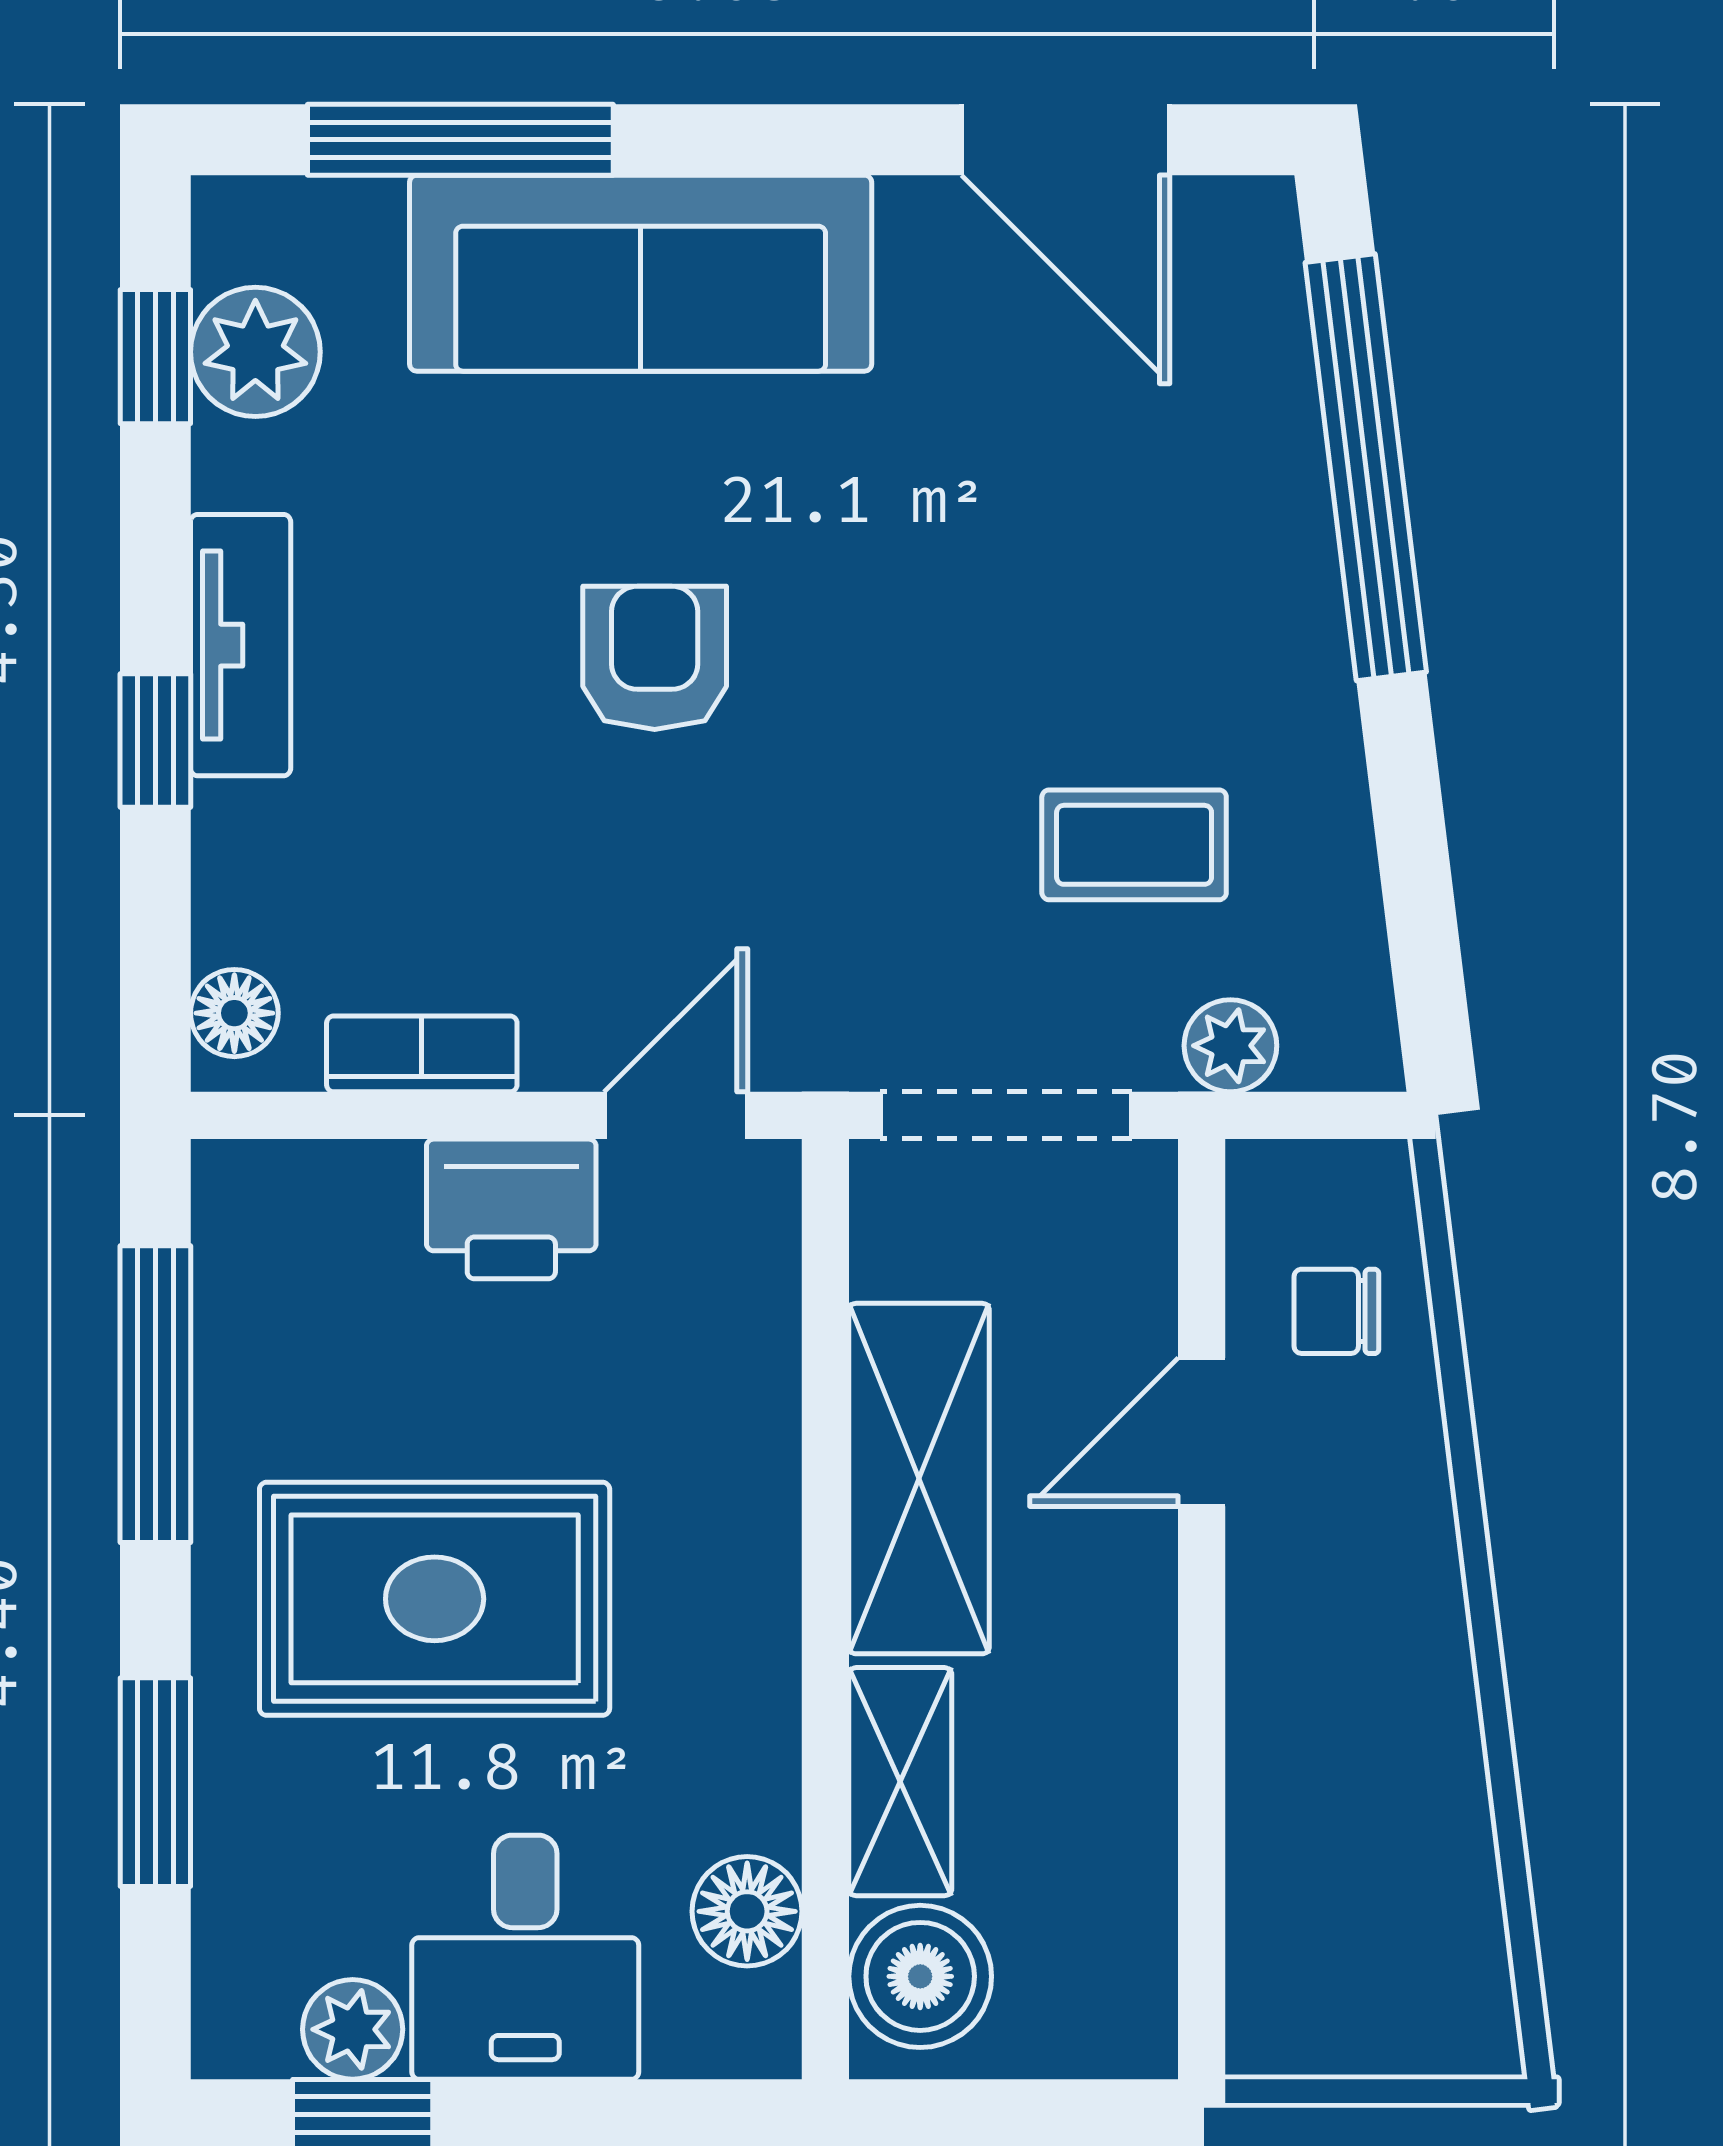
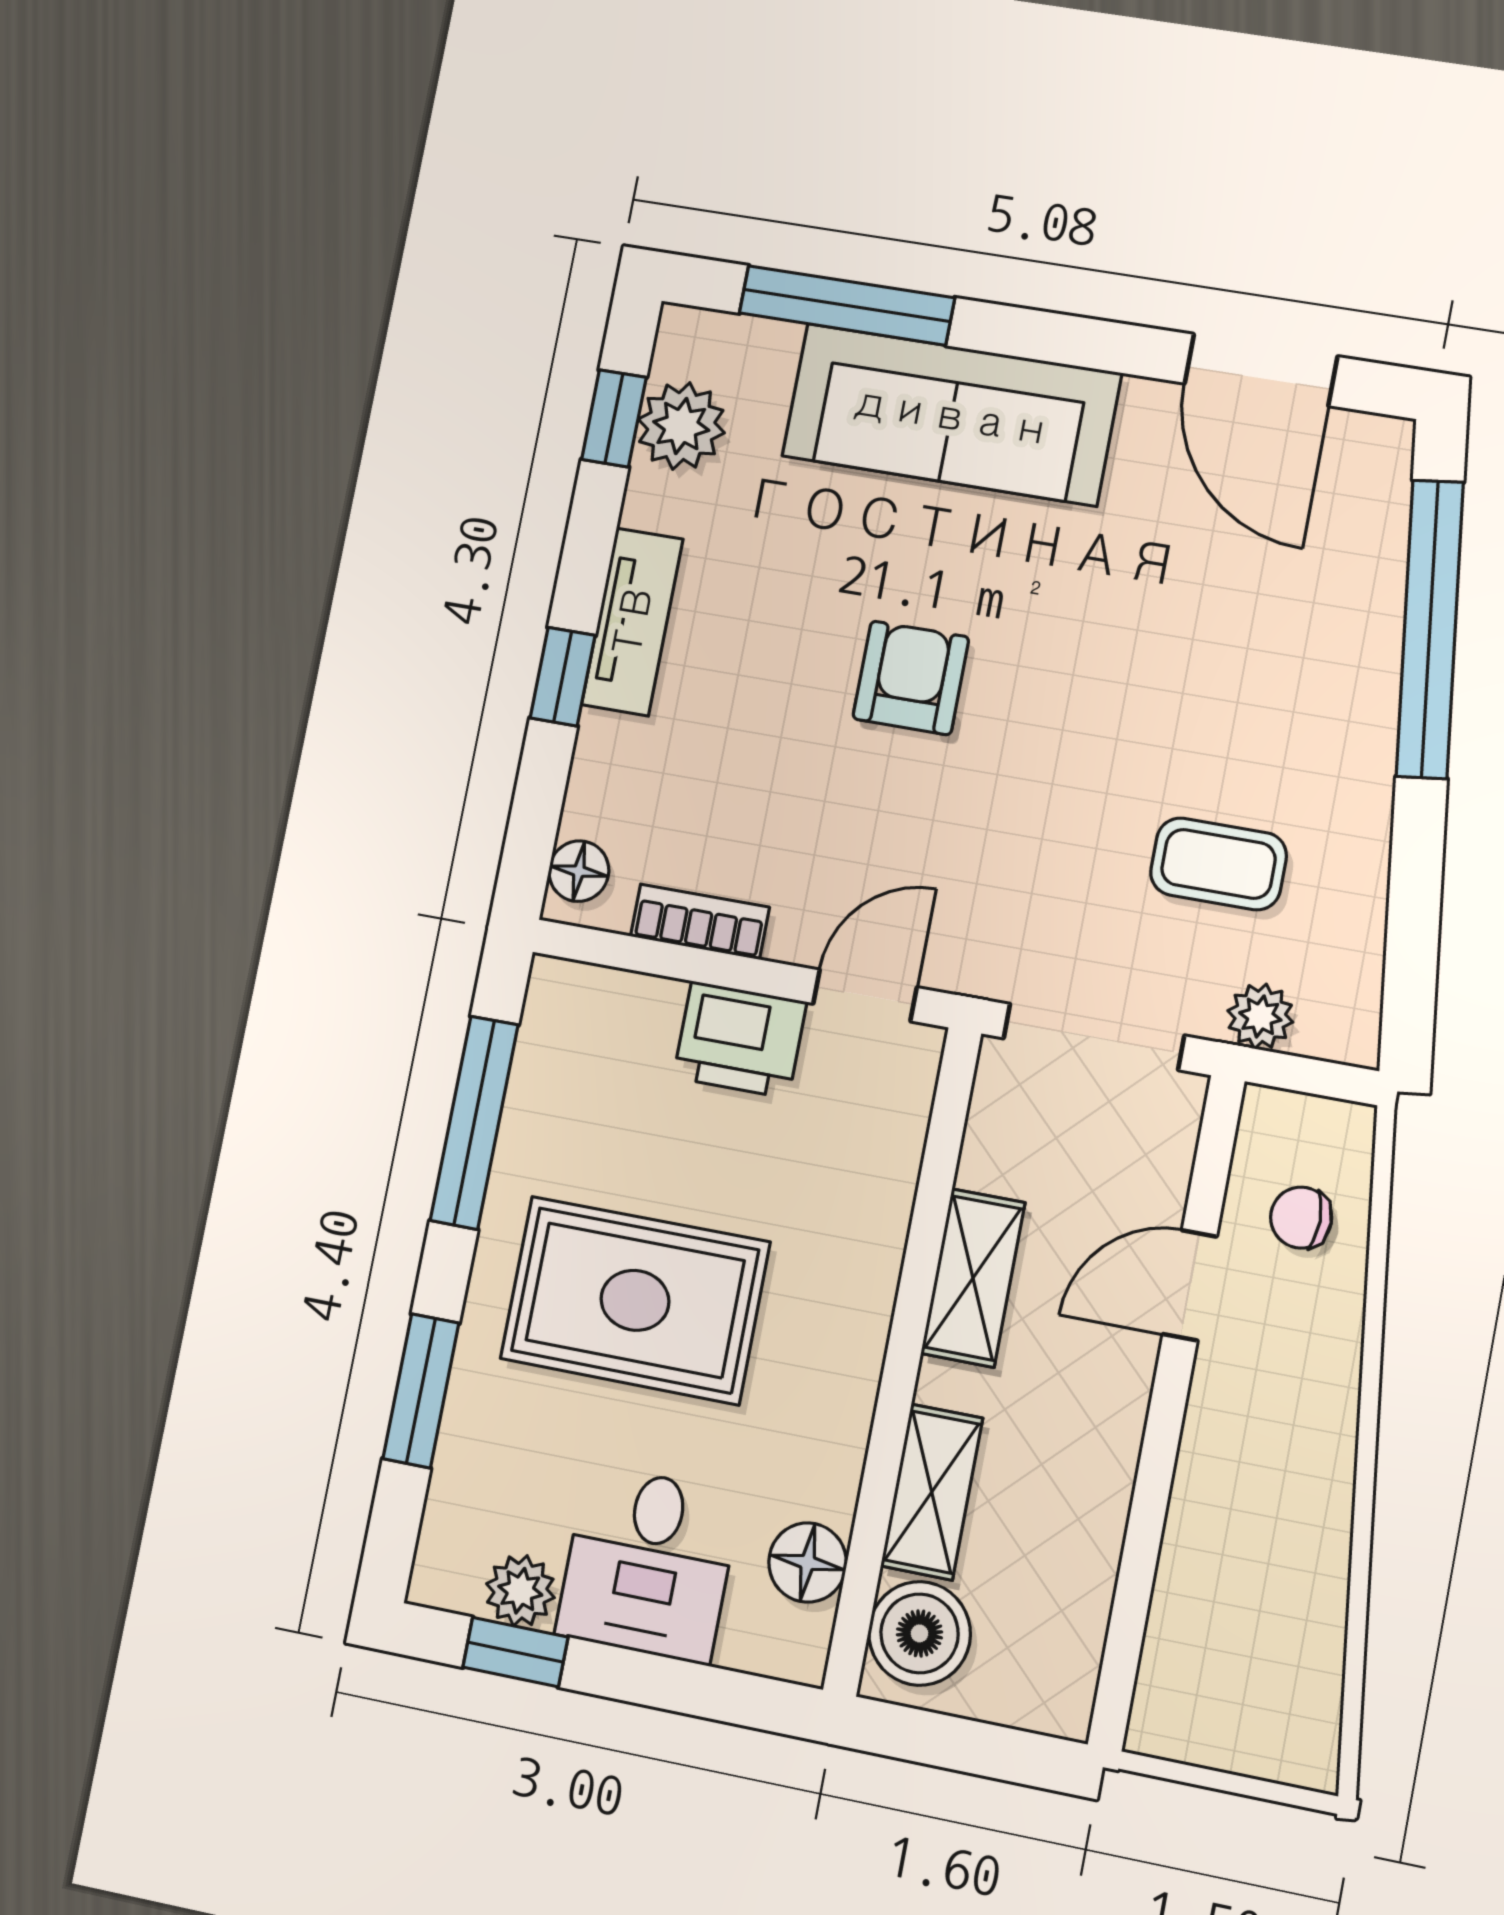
shelving: (919, 1479) -> (973, 1278), width x0.67, depth x0.75

